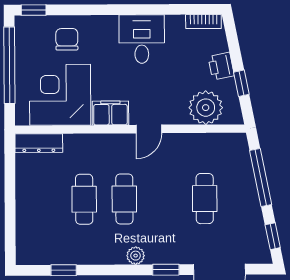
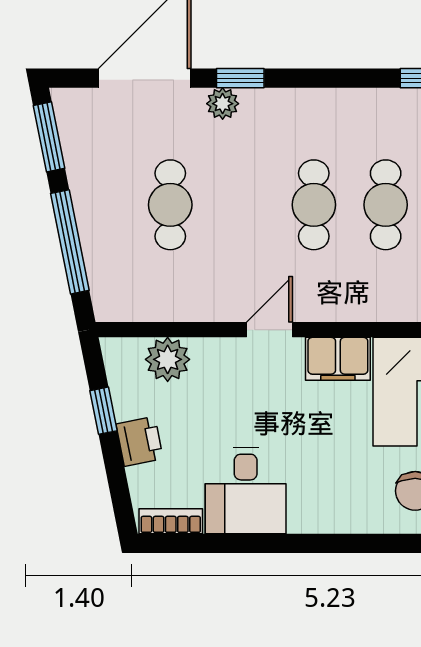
desk: (142, 39) -> (246, 491), moved
plant: (206, 108) -> (168, 359), width x0.73, depth x0.73
window: (273, 236) -> (49, 137), width x1.50
plant: (136, 256) -> (223, 104), moved

